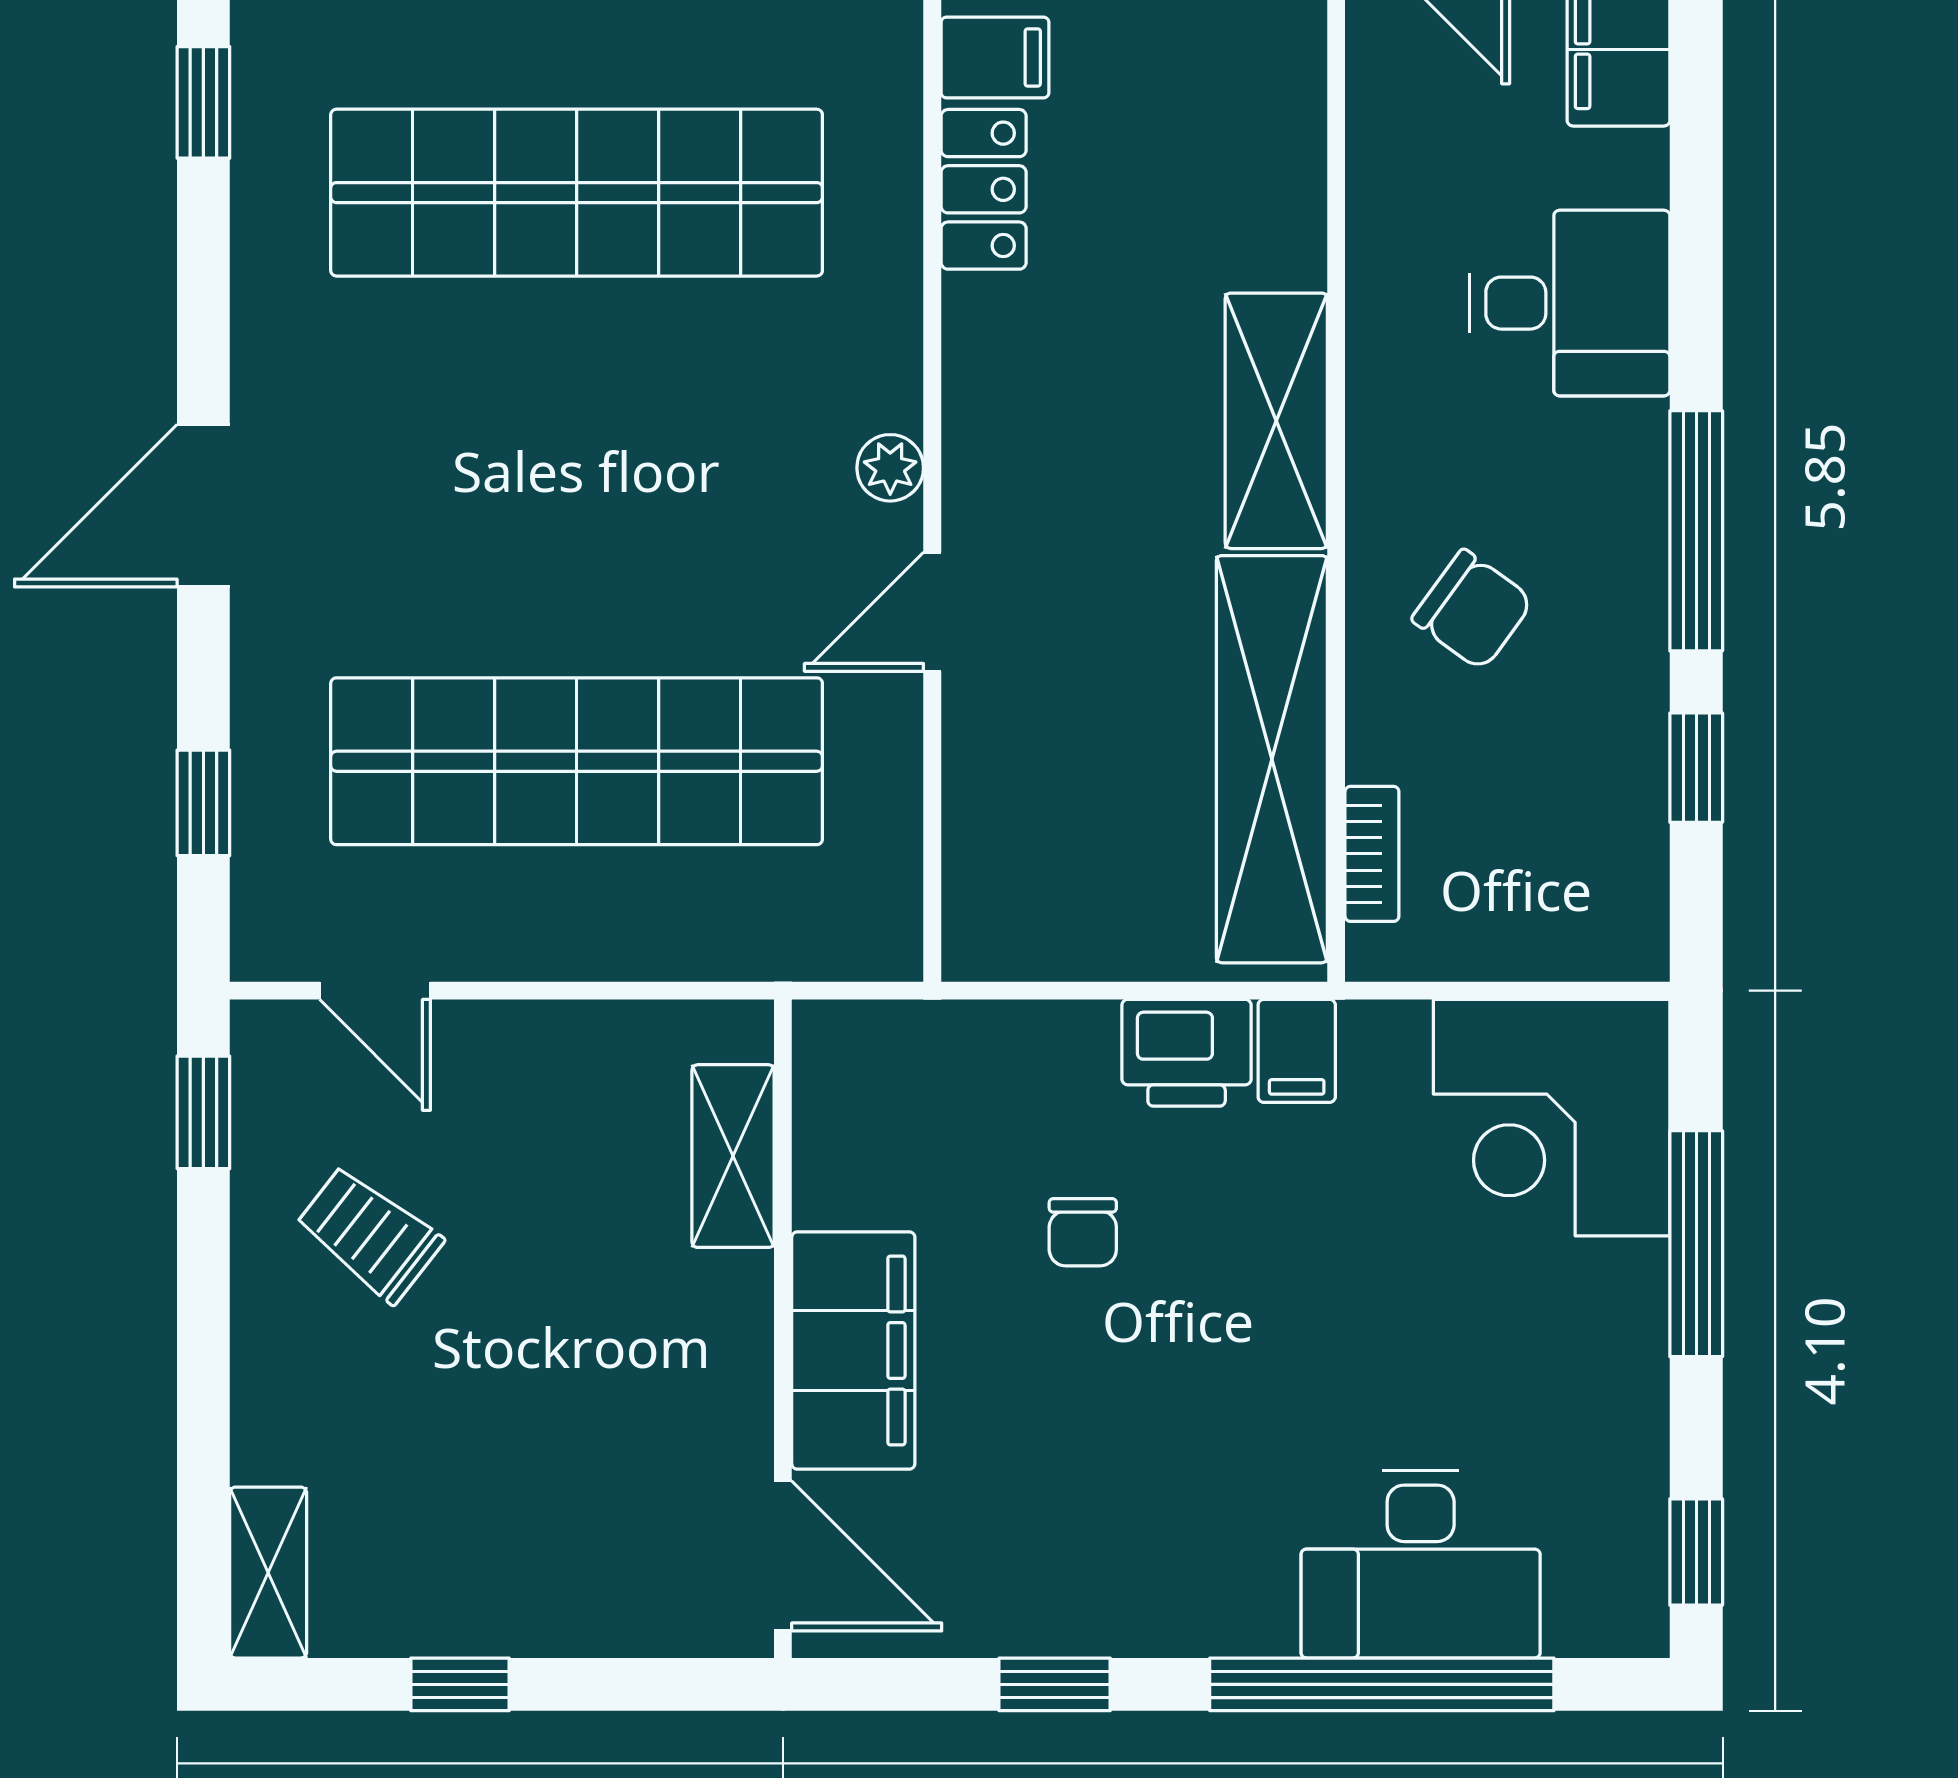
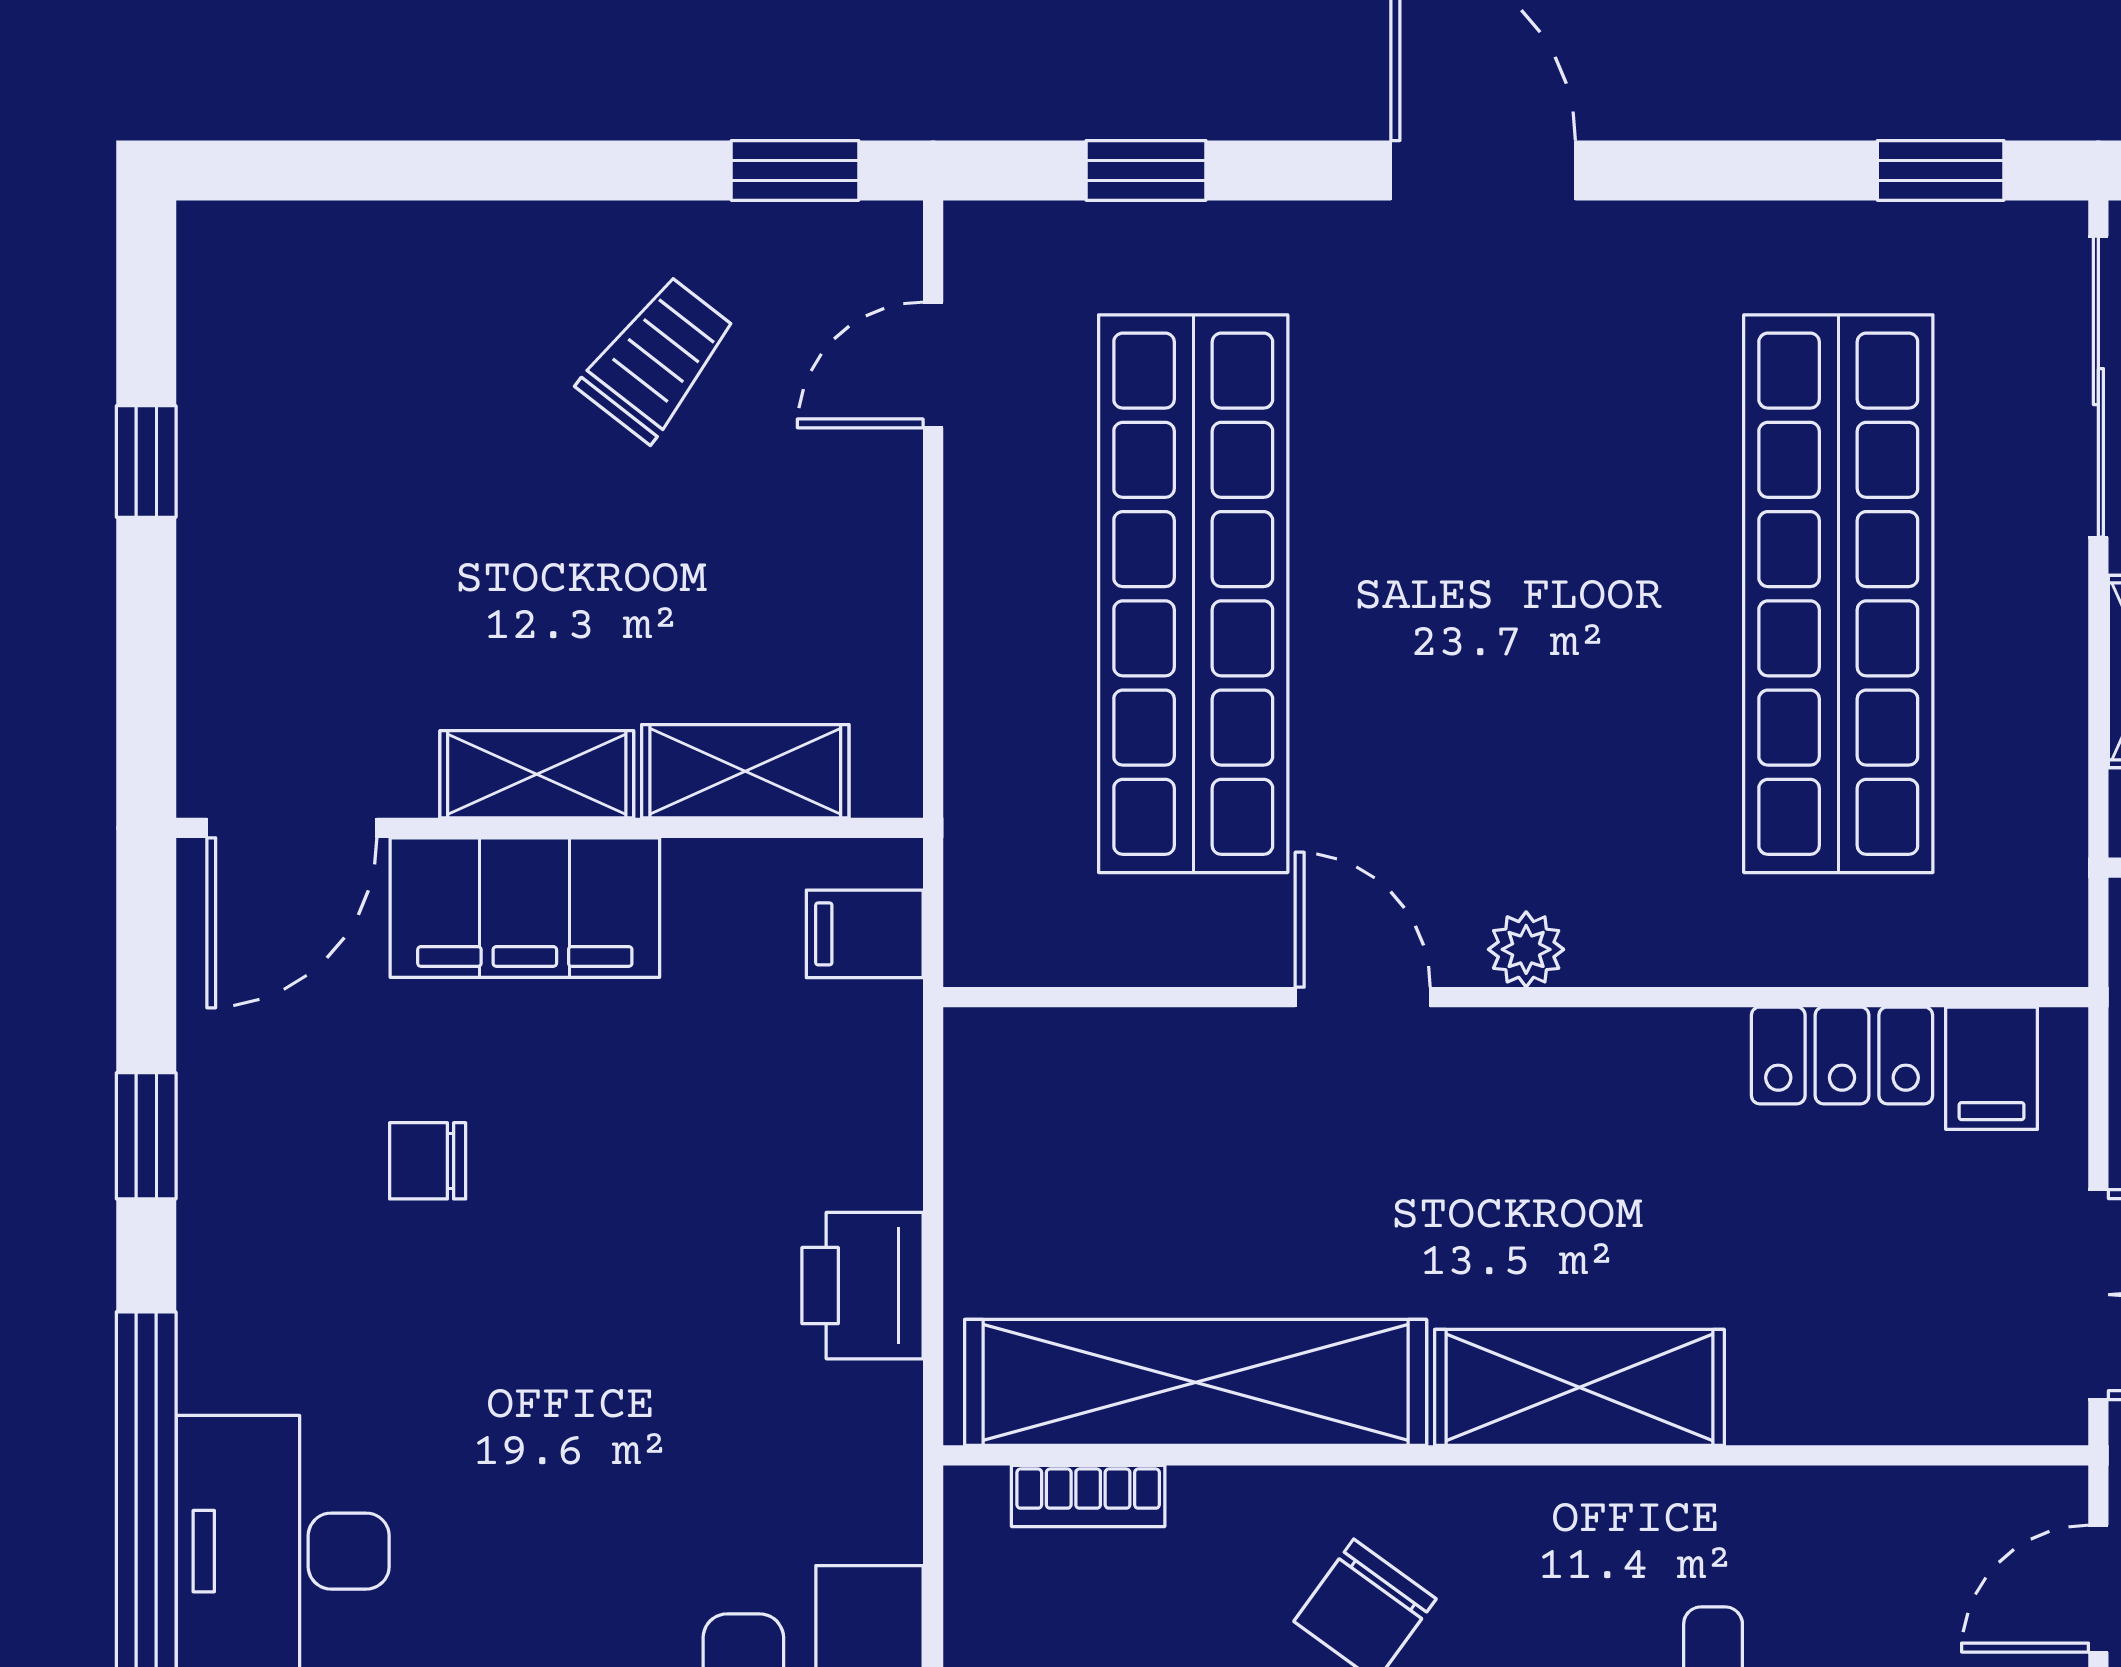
filing cabinet: (1297, 1051) -> (865, 934), moved
chair: (1083, 1232) -> (428, 1161), moved
shelving: (268, 1573) -> (537, 774), moved

